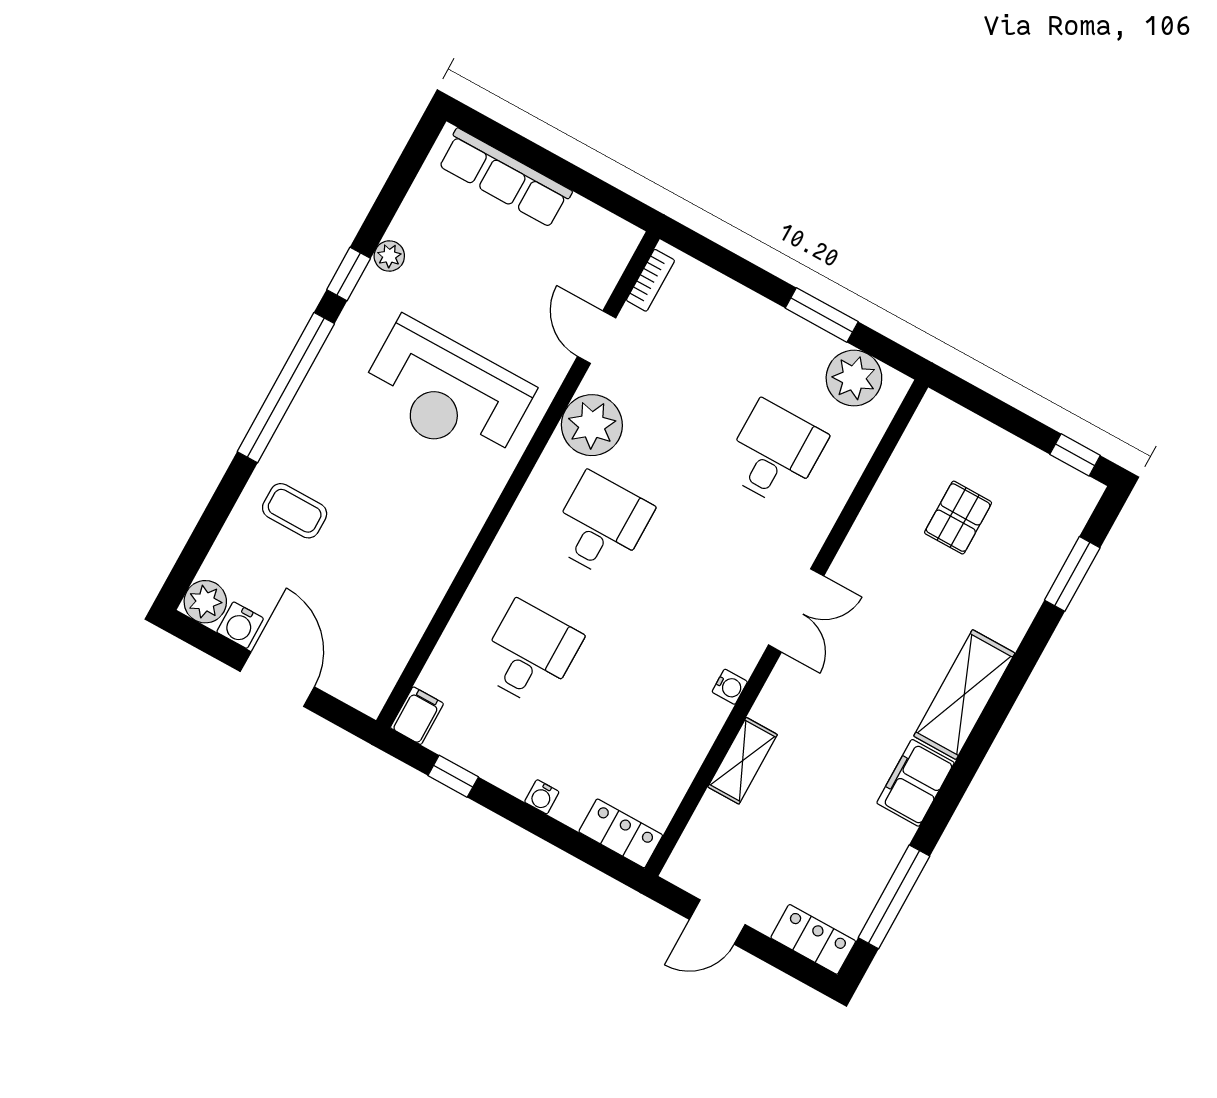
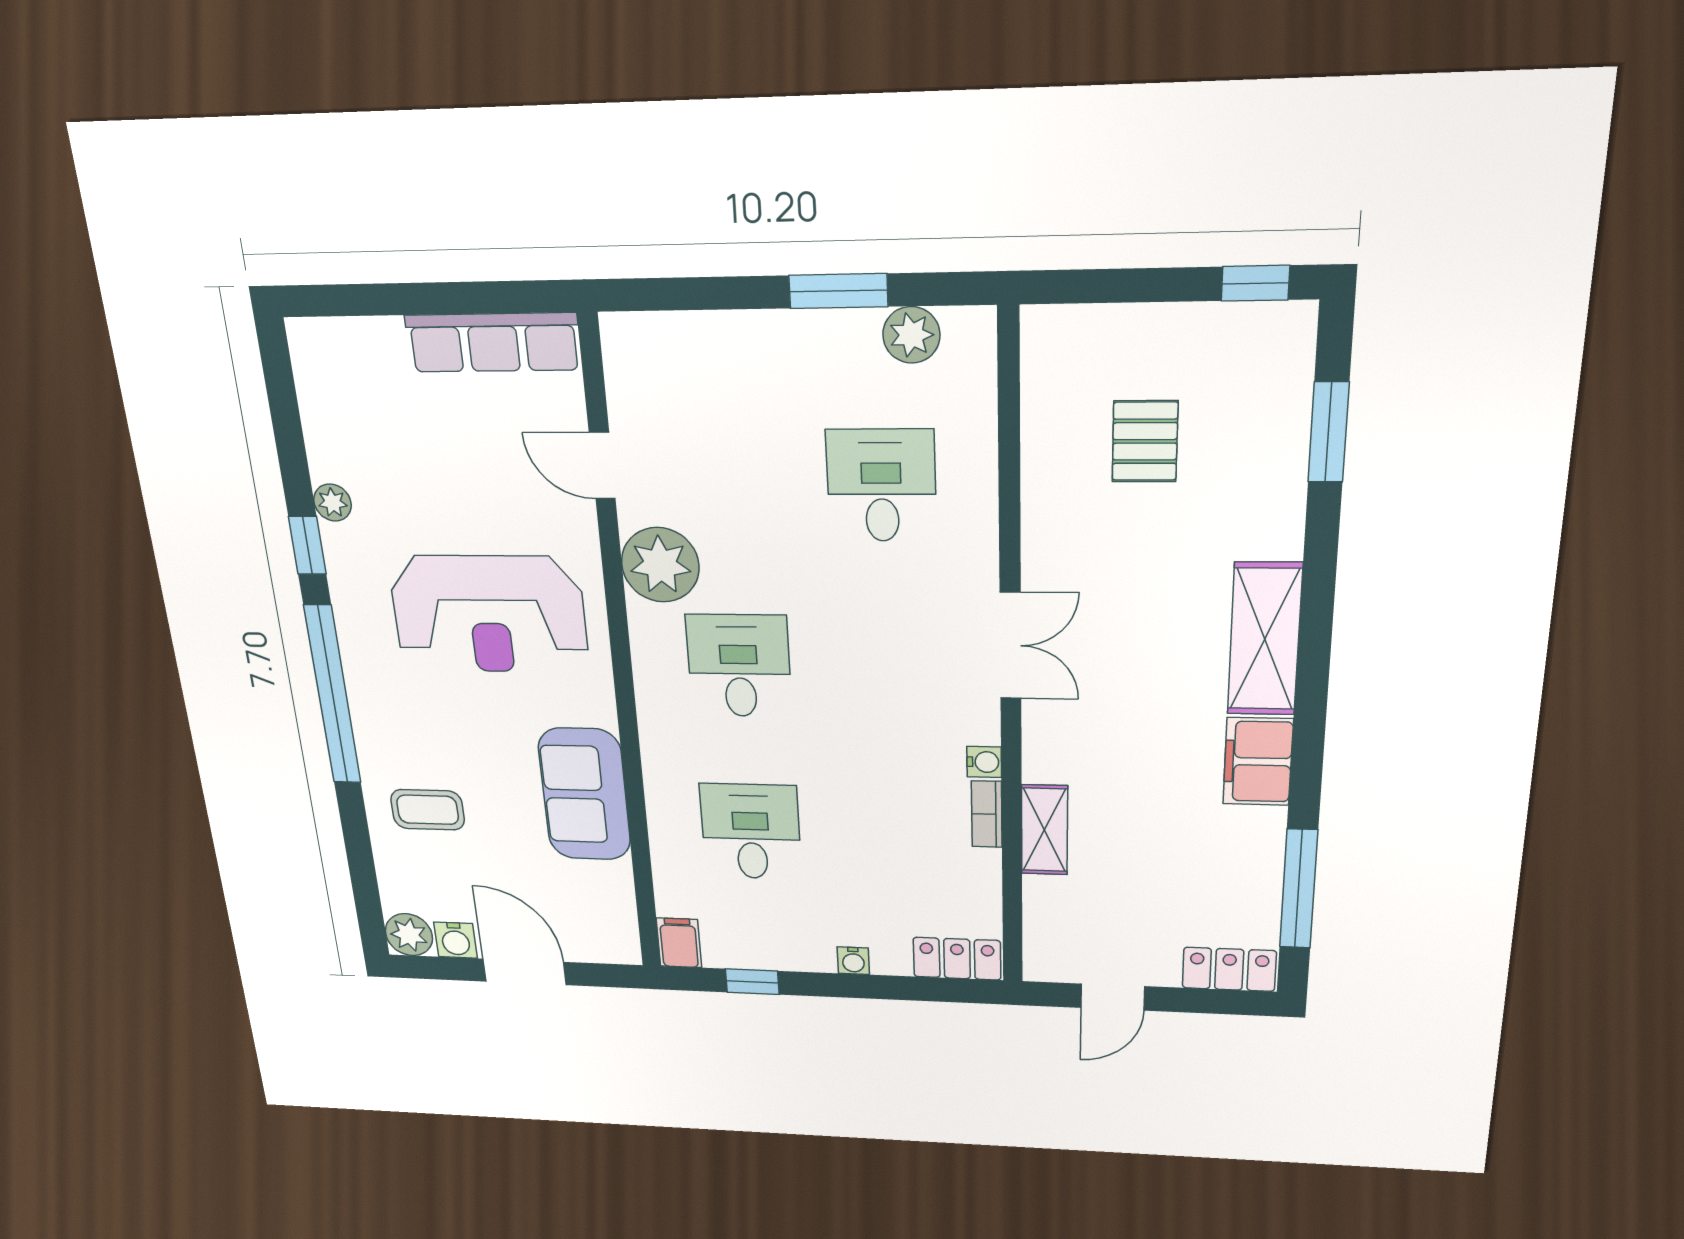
row of seats: (505, 178) -> (493, 342), moved
bookcase: (650, 280) -> (987, 814), moved, turned 180
plant: (854, 378) -> (911, 335), width x0.73, depth x0.73
sofa: (424, 561) -> (585, 794), added

